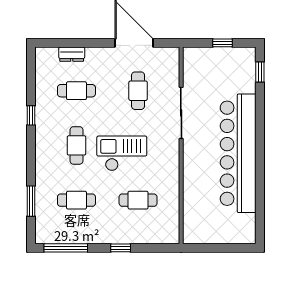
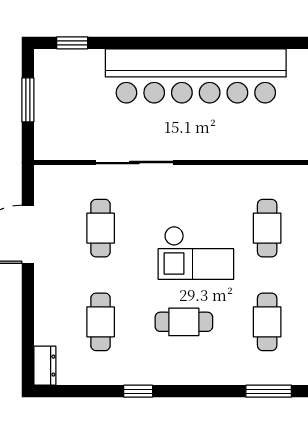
window: (222, 43) -> (28, 100), width x1.50
dresser: (72, 54) -> (45, 366), moved
cafe table: (138, 91) -> (101, 228), turned 90
checkout: (122, 153) -> (196, 253), turned -90

